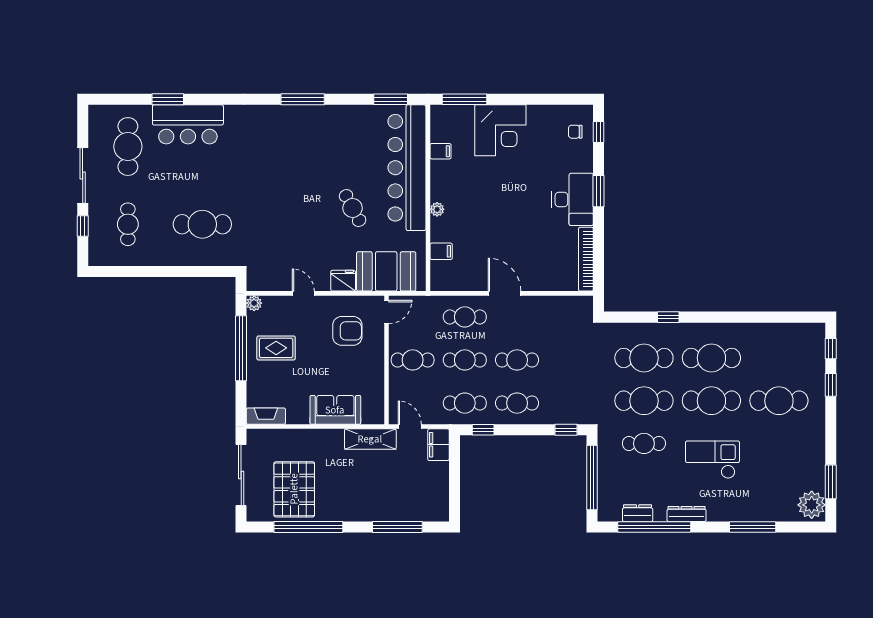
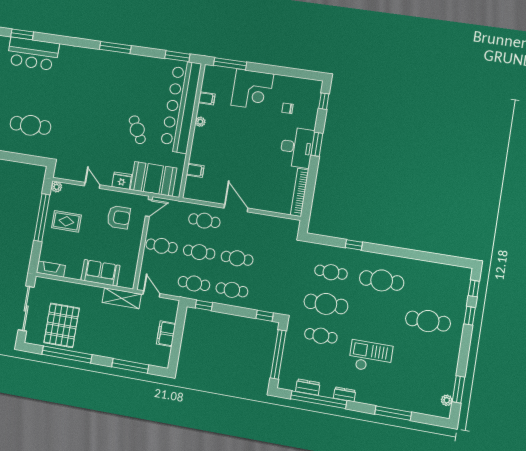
chair: (575, 132) -> (288, 108), moved
plant: (437, 209) -> (200, 122), moved
cafe table: (644, 358) -> (331, 272), width x0.73, depth x0.74
cafe table: (711, 401) -> (377, 312), removed
filing cabinet: (439, 445) -> (166, 334), moved
plant: (812, 505) -> (447, 400), width x0.53, depth x0.53
dresser: (687, 514) -> (344, 394), width x0.70

